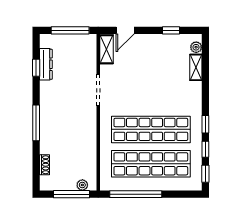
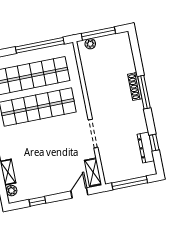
shoe rack: (44, 165) -> (135, 86), moved, width x1.43

